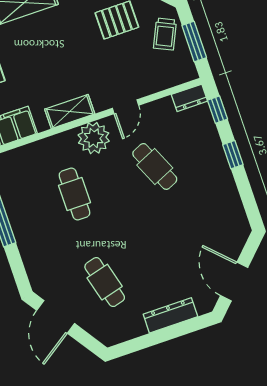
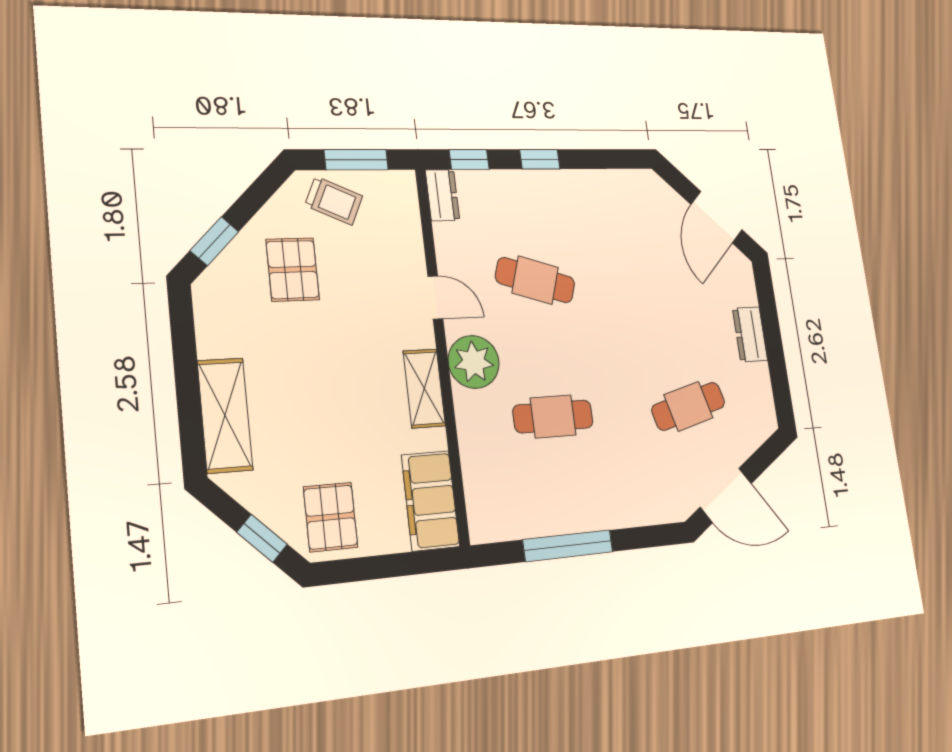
cafe table: (155, 166) -> (535, 280), turned 42
door: (234, 281) -> (716, 217), hinge flipped
dresser: (170, 315) -> (750, 334), width x0.70

